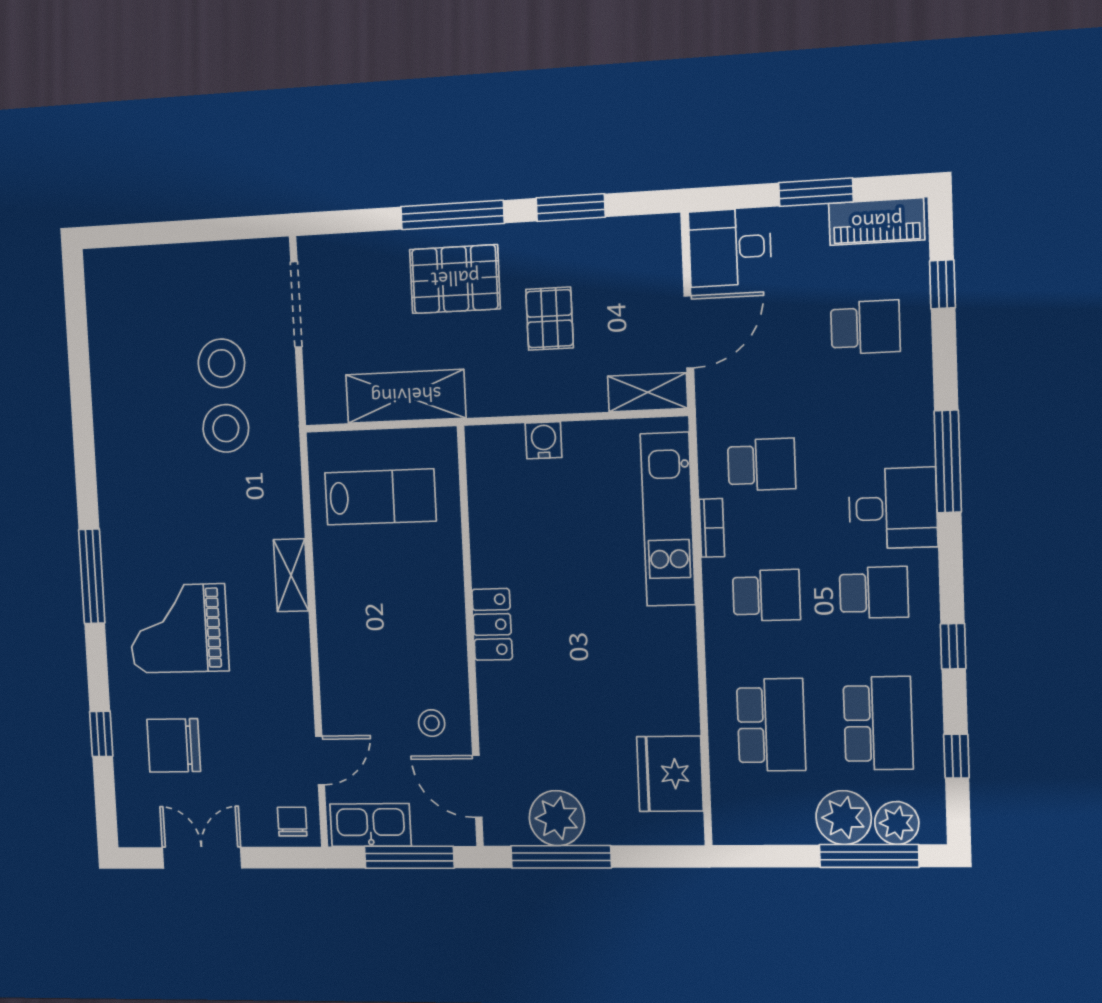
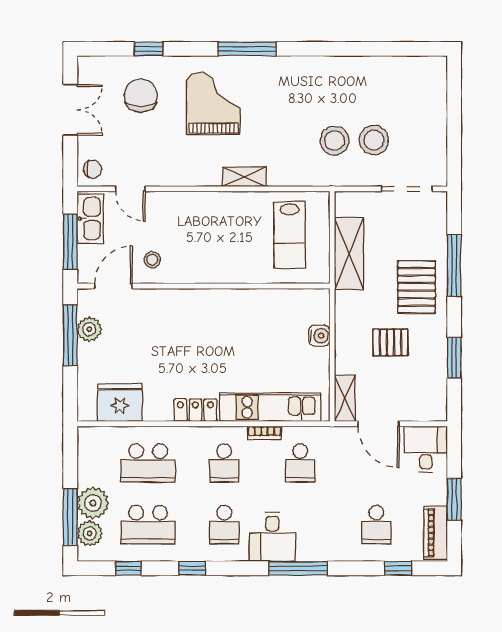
window: (452, 215) -> (454, 266), moved
locker: (492, 624) -> (195, 410), moved, turned 180
plant: (557, 818) -> (89, 329), width x0.73, depth x0.73

